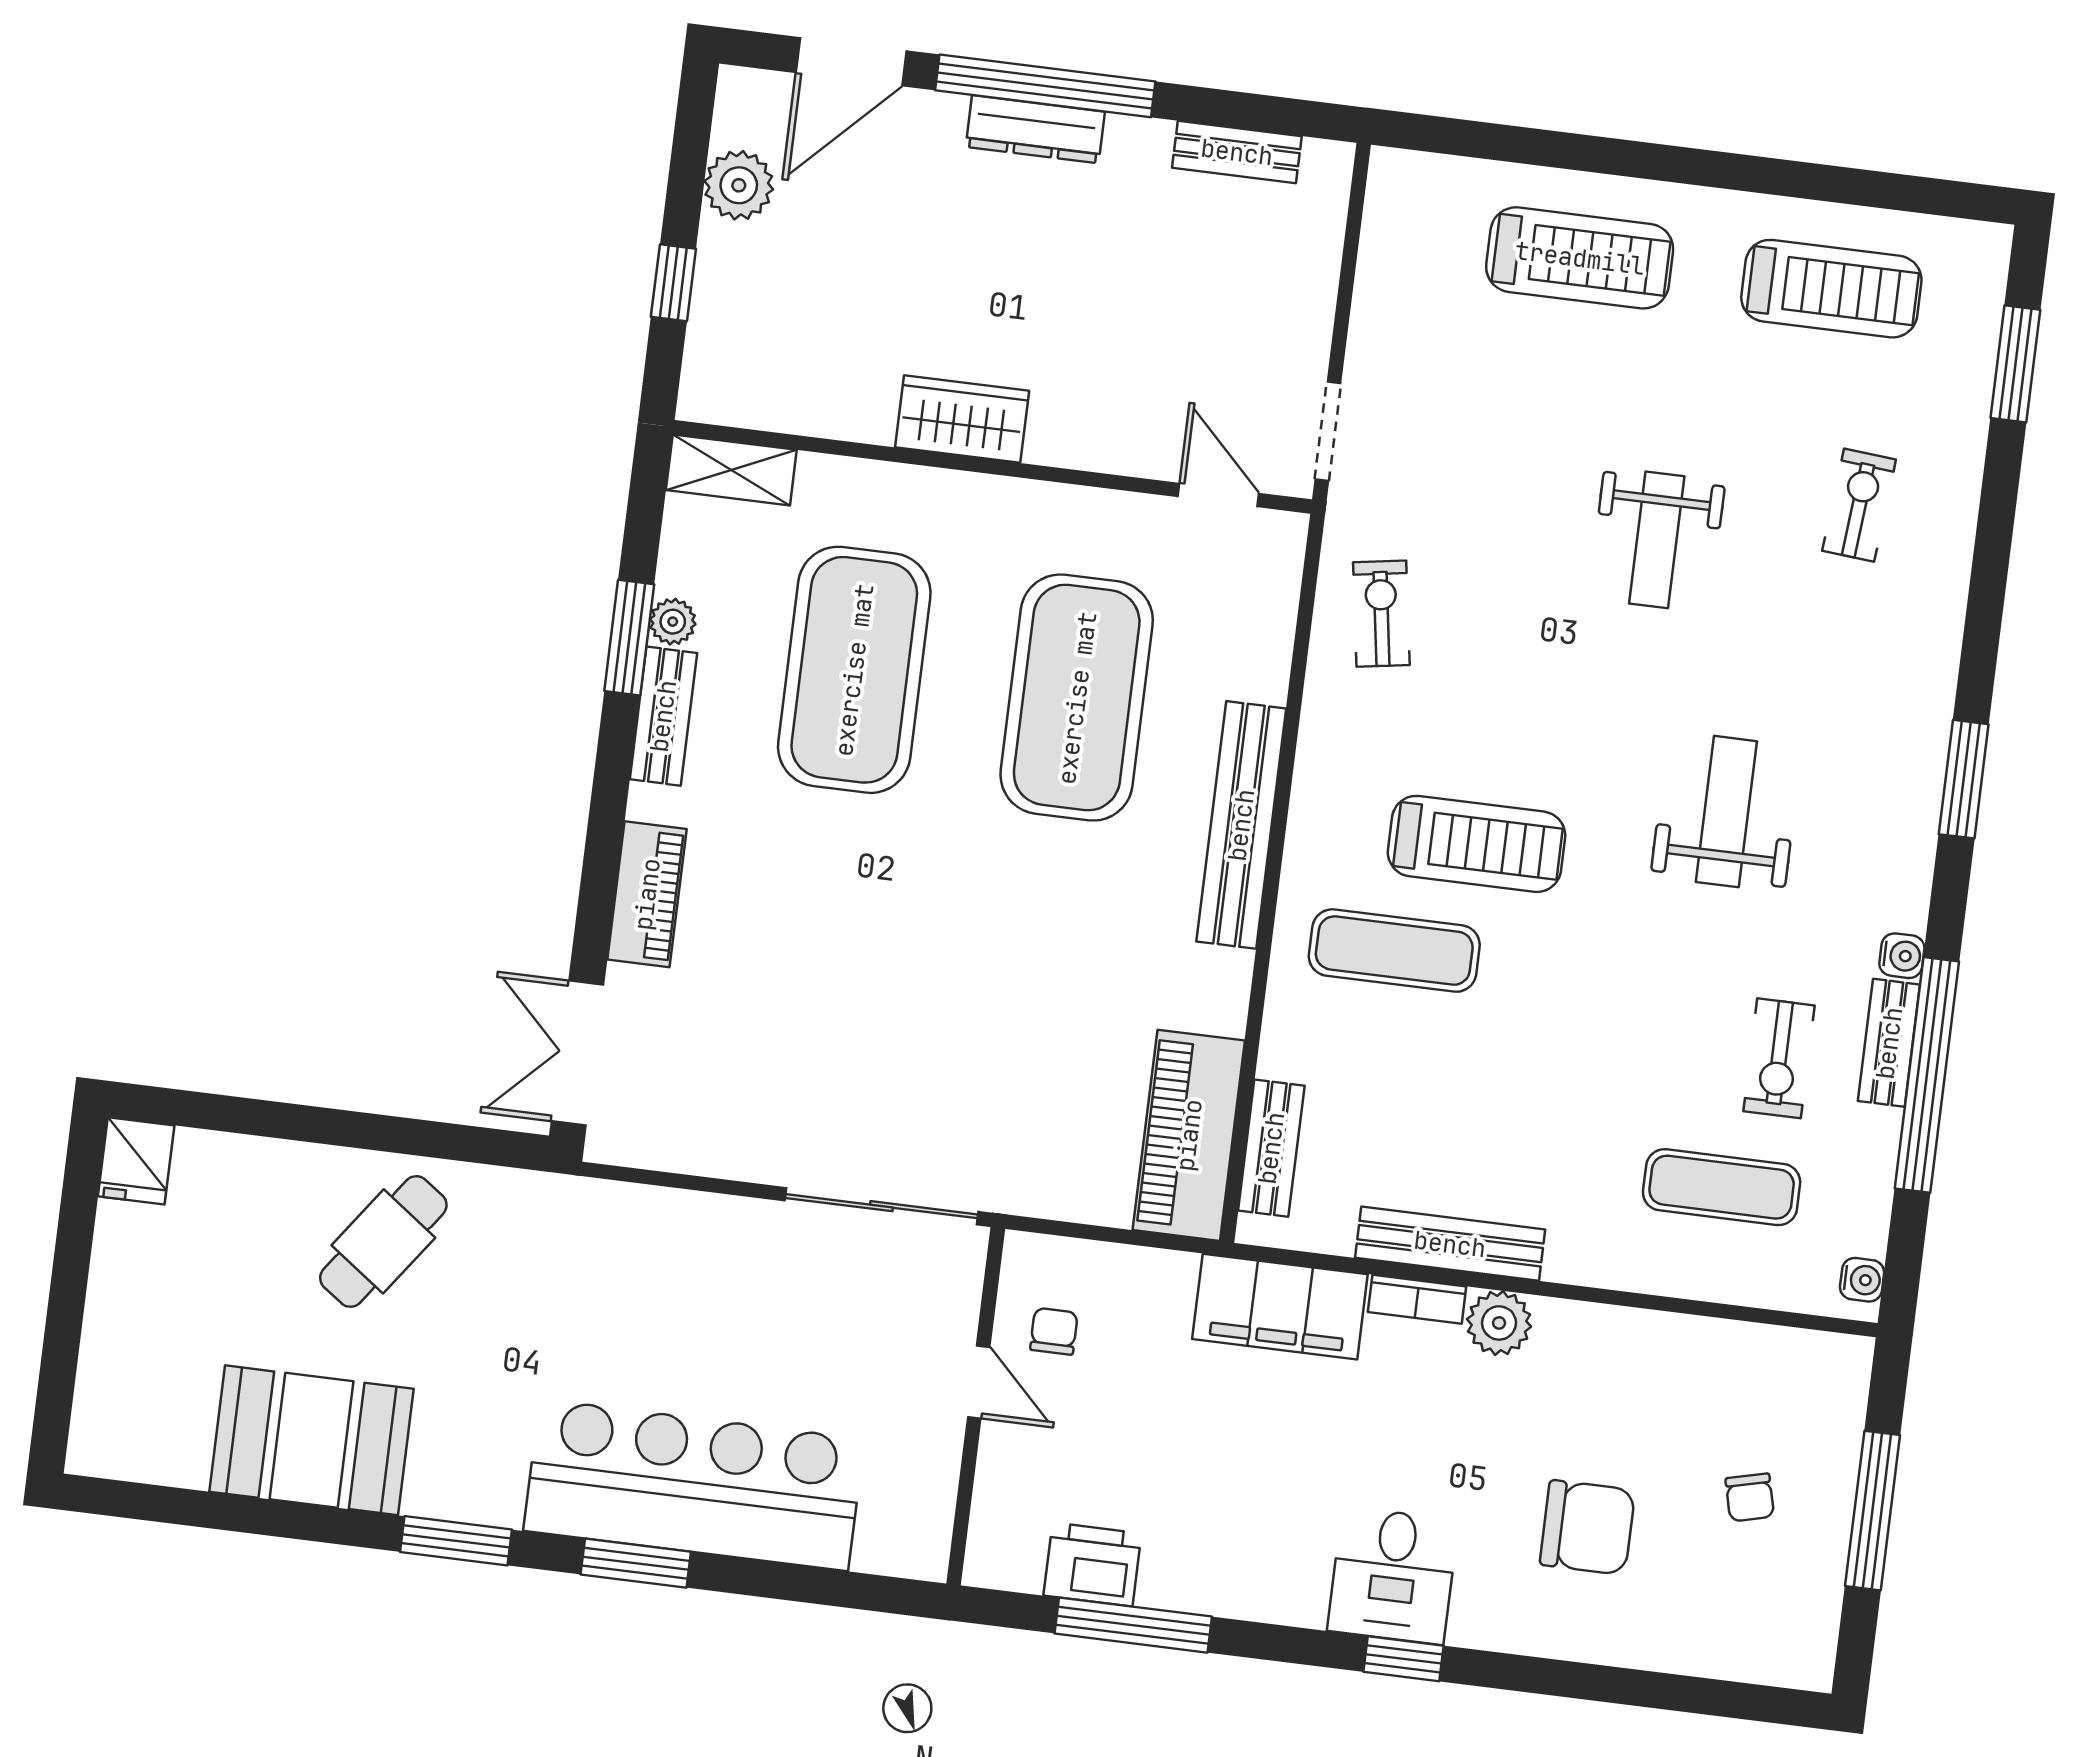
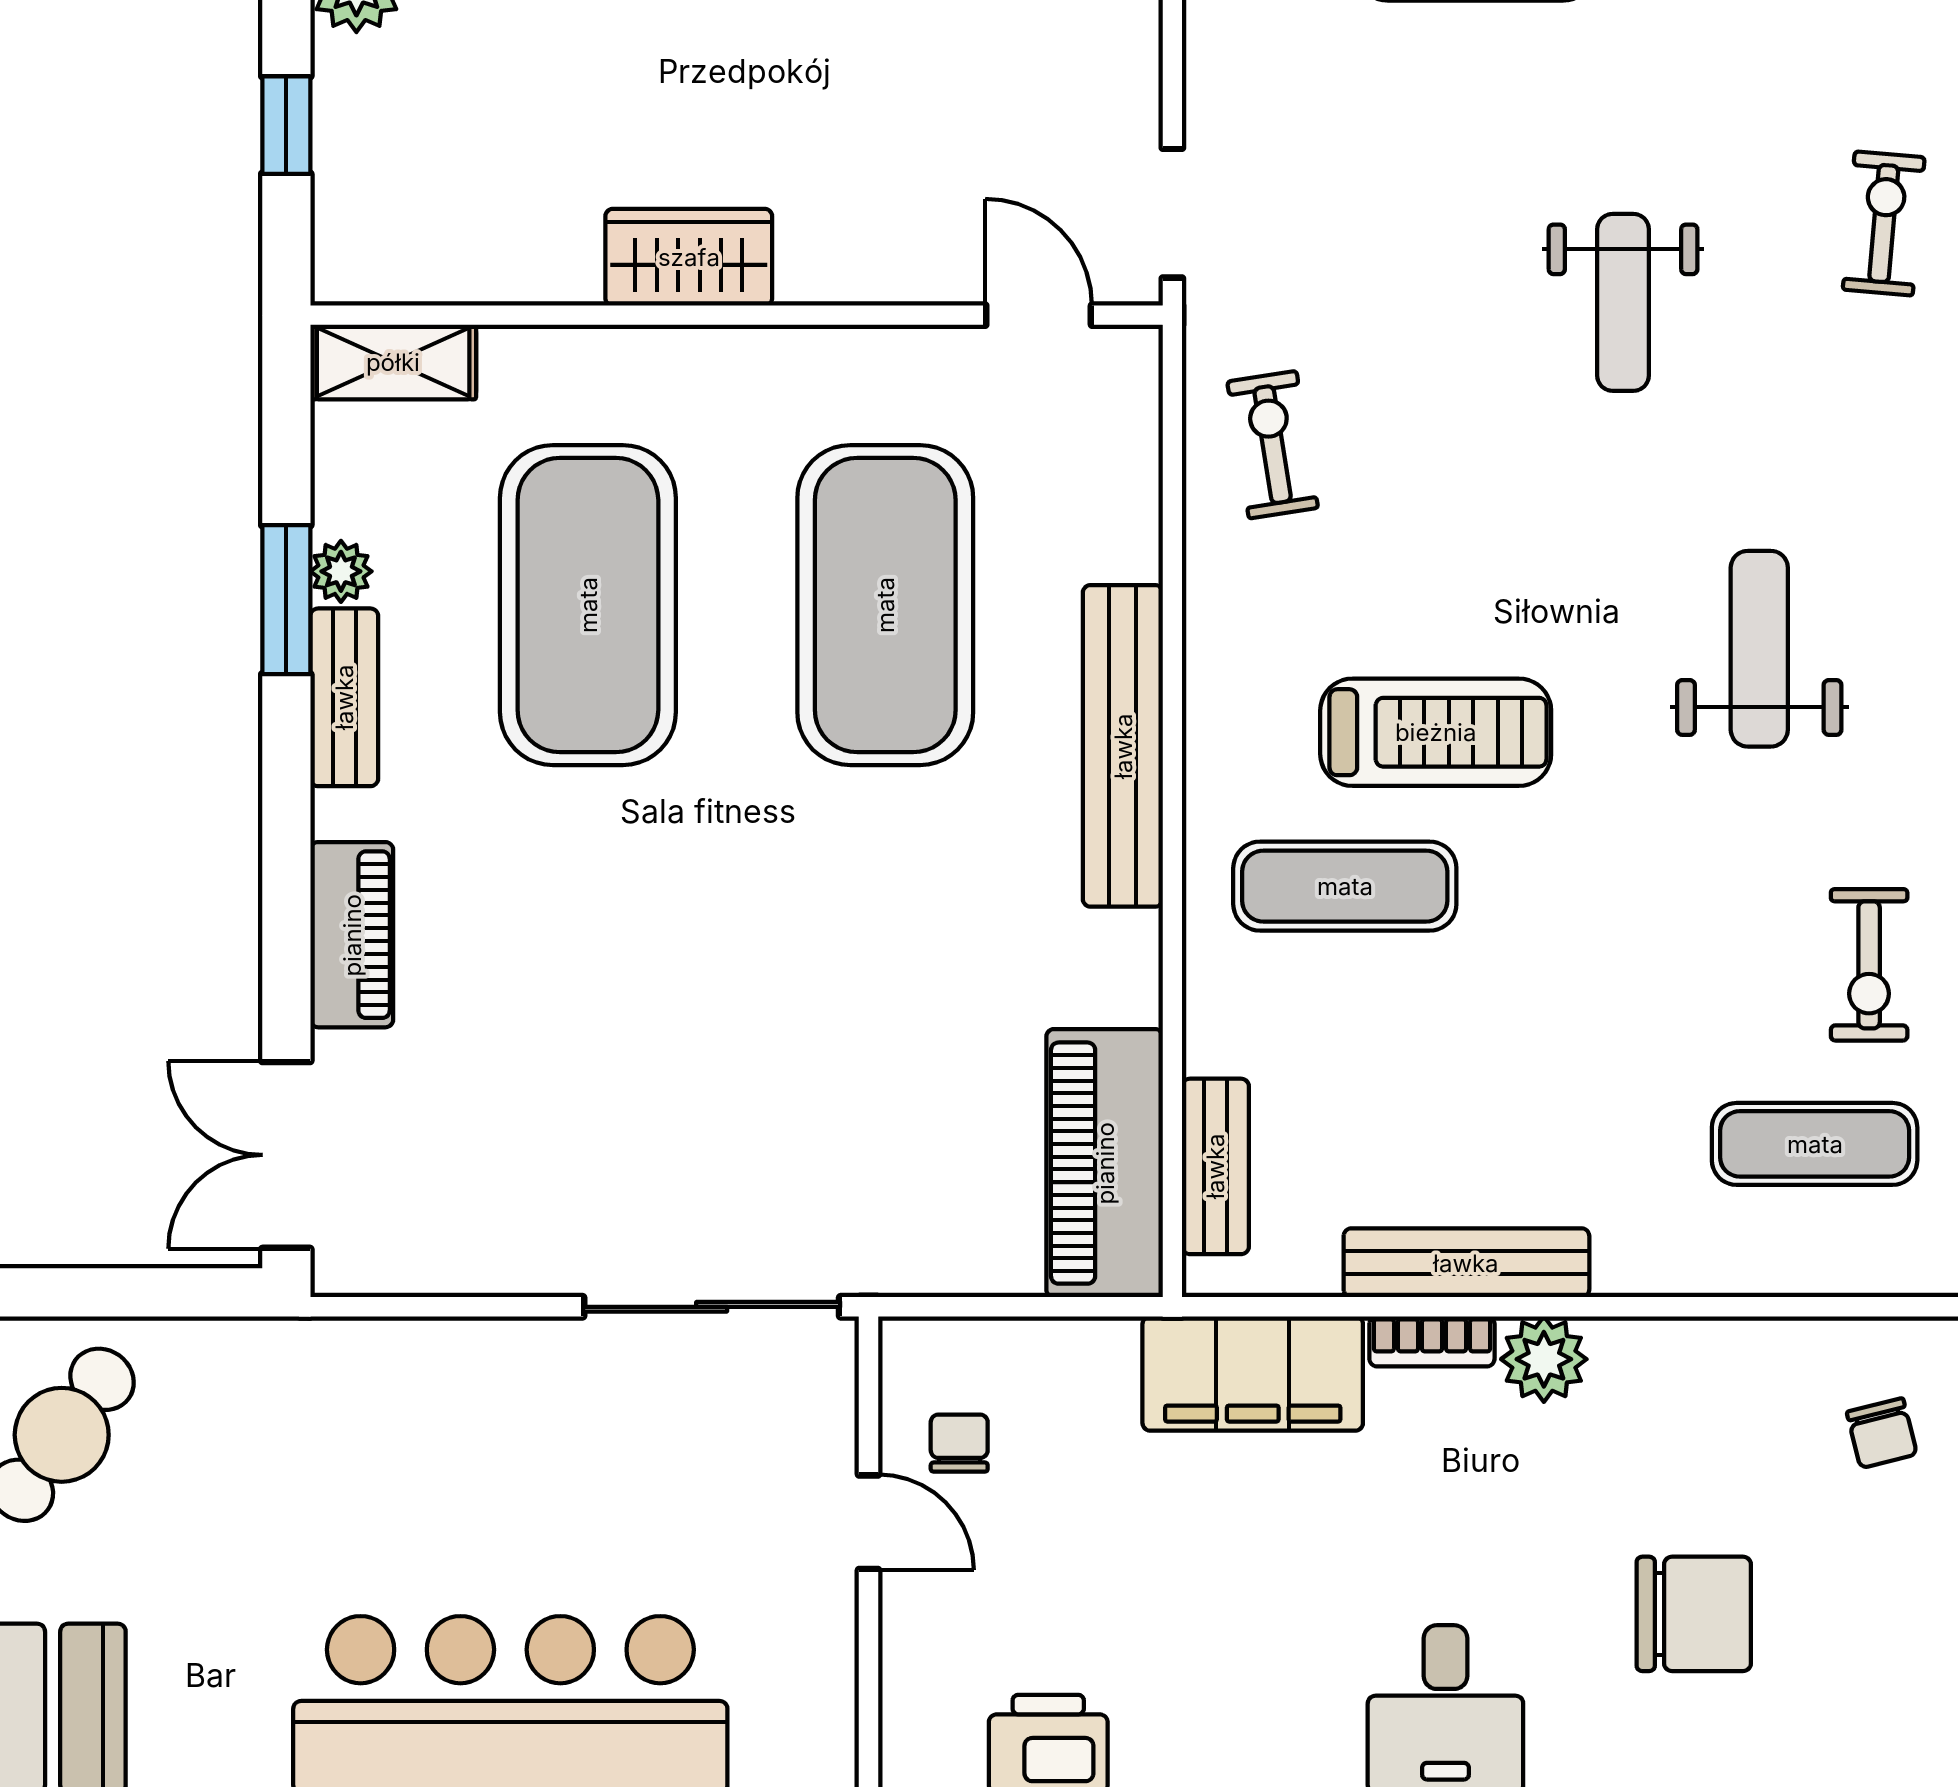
chair: (1750, 1497) -> (1882, 1433), moved

